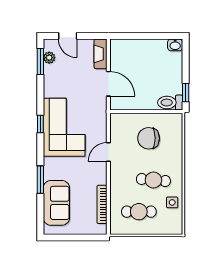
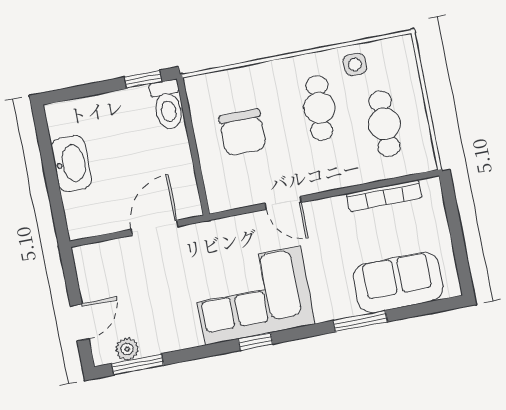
washbasin: (175, 45) -> (71, 164), moved, width x1.91, depth x1.45
fireplace: (101, 54) -> (101, 254), removed

